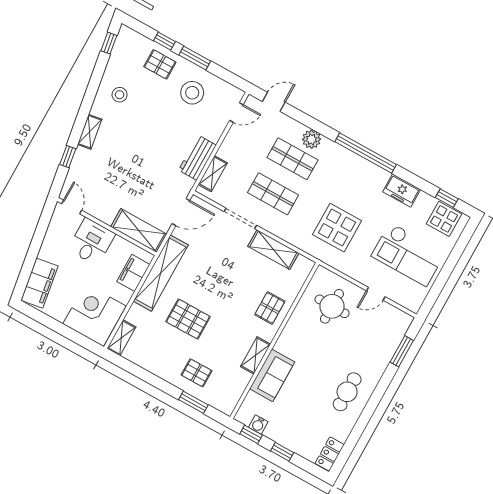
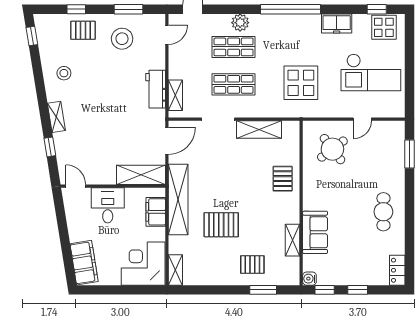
window: (195, 58) -> (129, 9), moved
round table: (332, 306) -> (332, 149), turned -37
shelving: (256, 355) -> (292, 240), moved
water cooler: (258, 425) -> (309, 279), moved, turned 90

